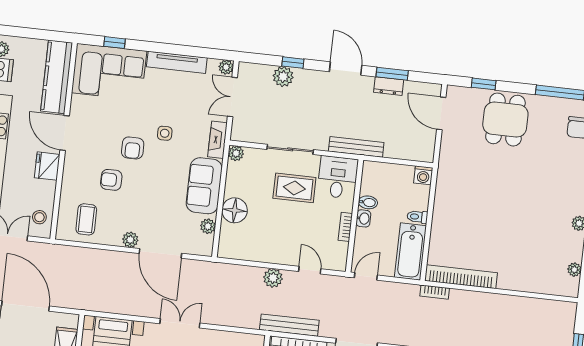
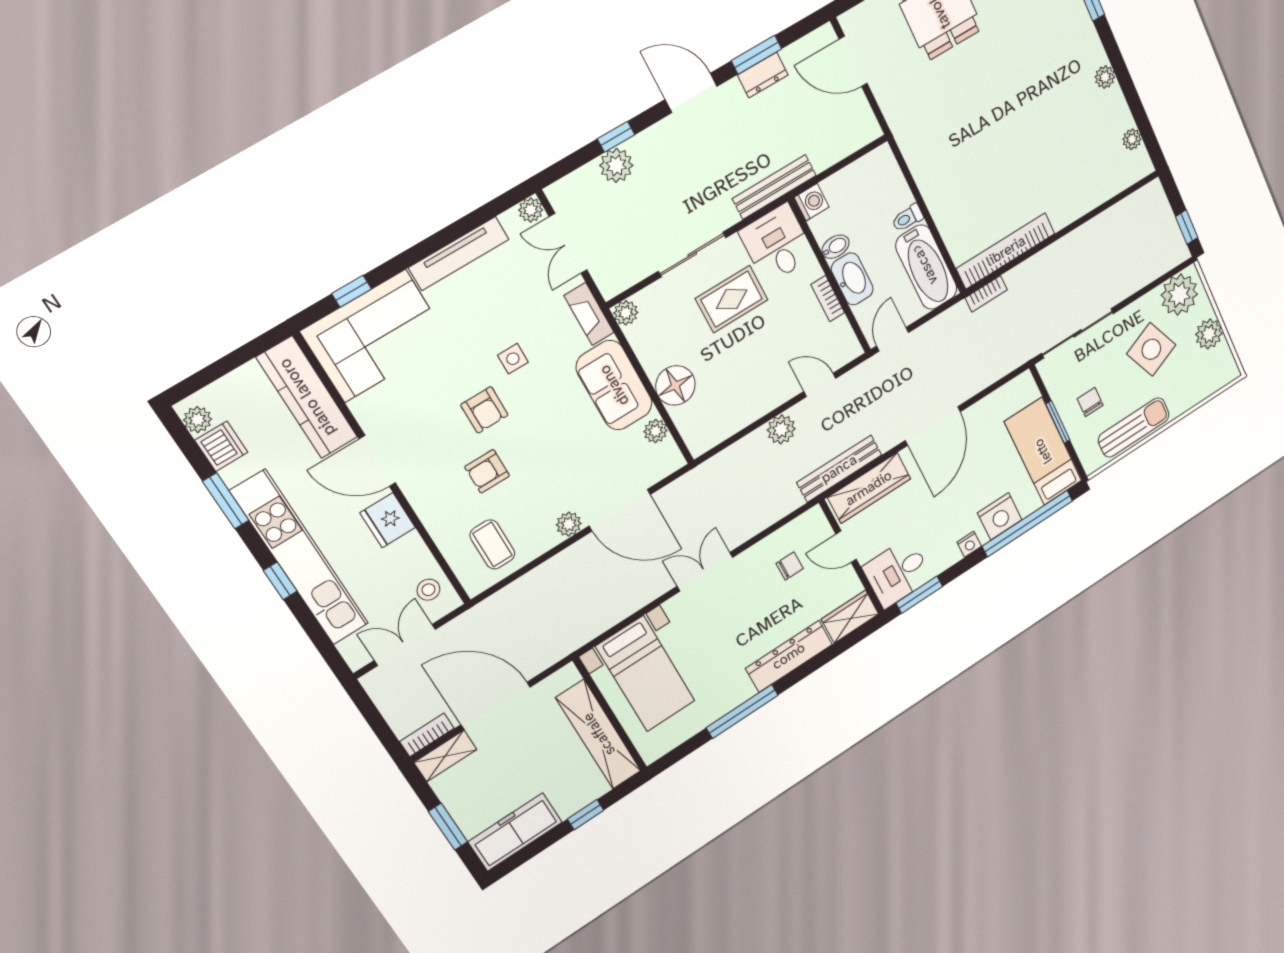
washing machine: (423, 175) -> (812, 202), moved, turned -90
washbasin: (363, 218) -> (852, 279), width x1.91, depth x1.45

